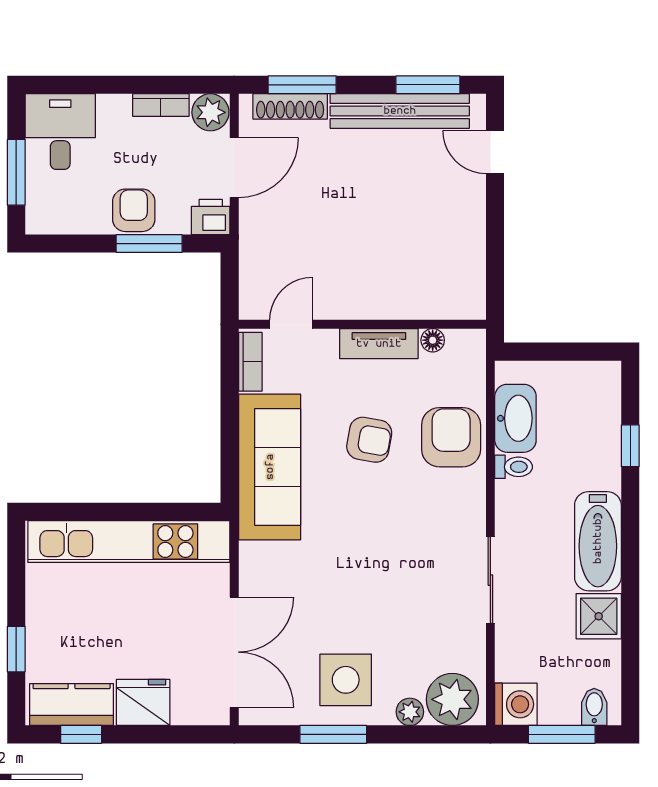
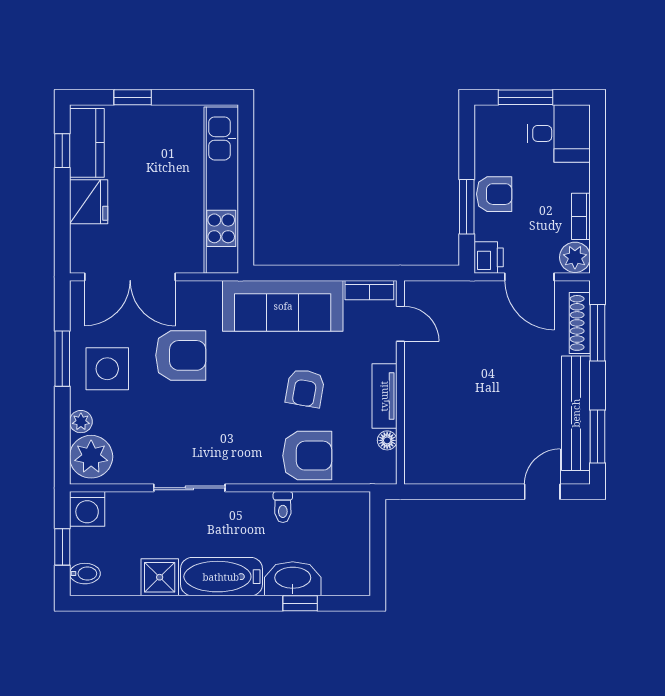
washbasin: (515, 418) -> (293, 579), moved, turned 180
armchair: (330, 591) -> (181, 355), added
window: (562, 734) -> (62, 547), width x0.67

